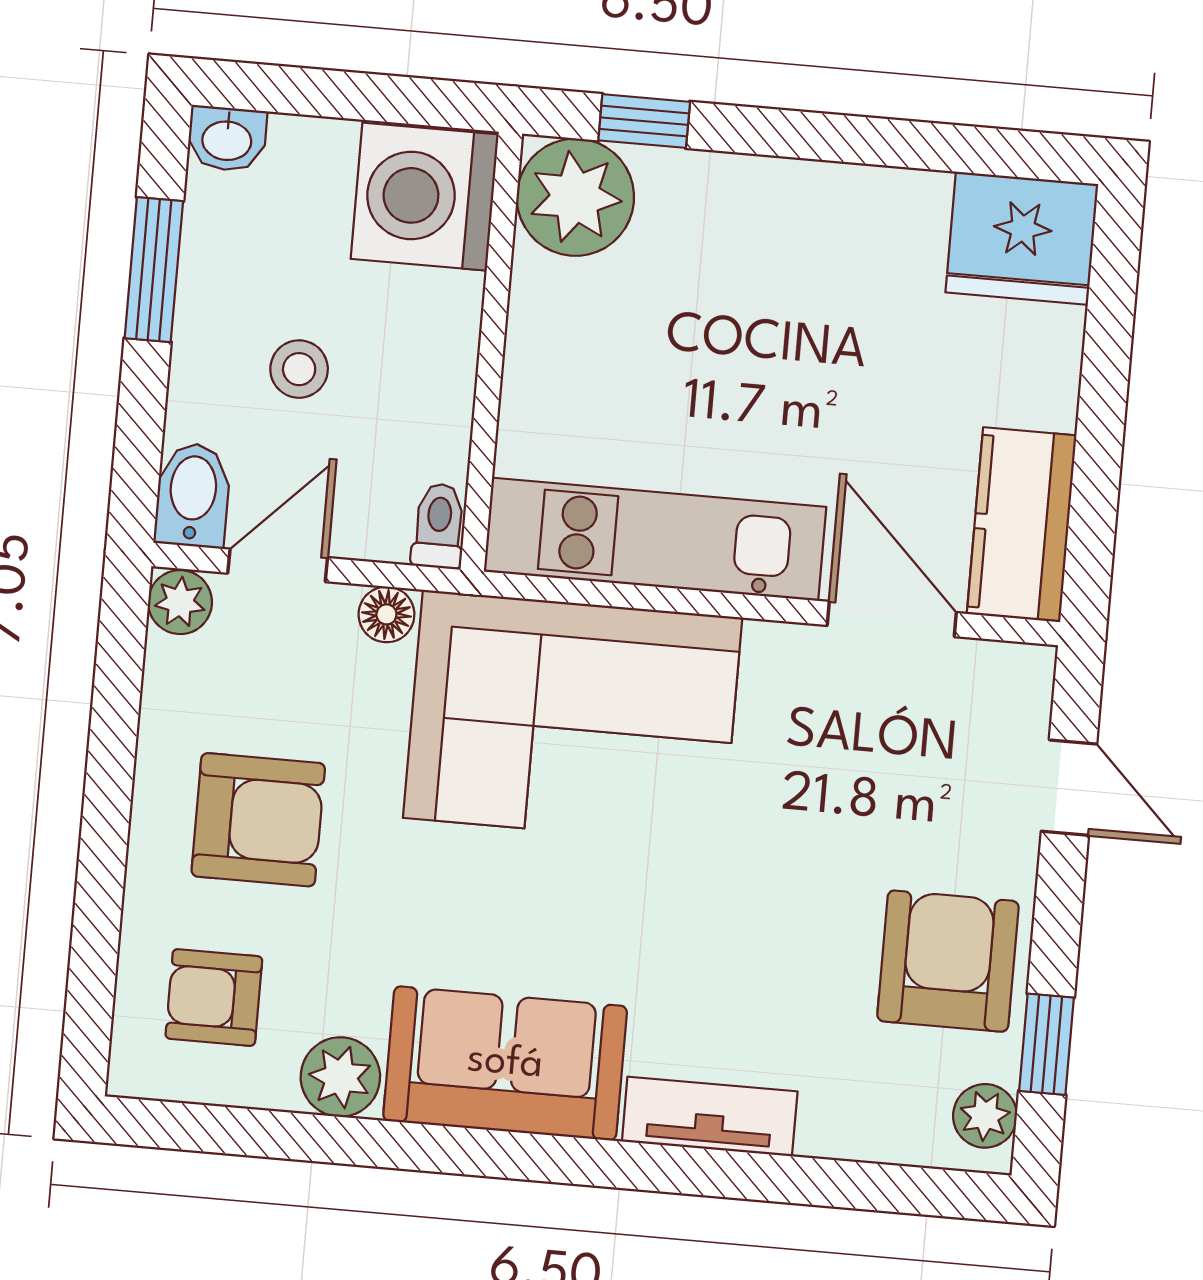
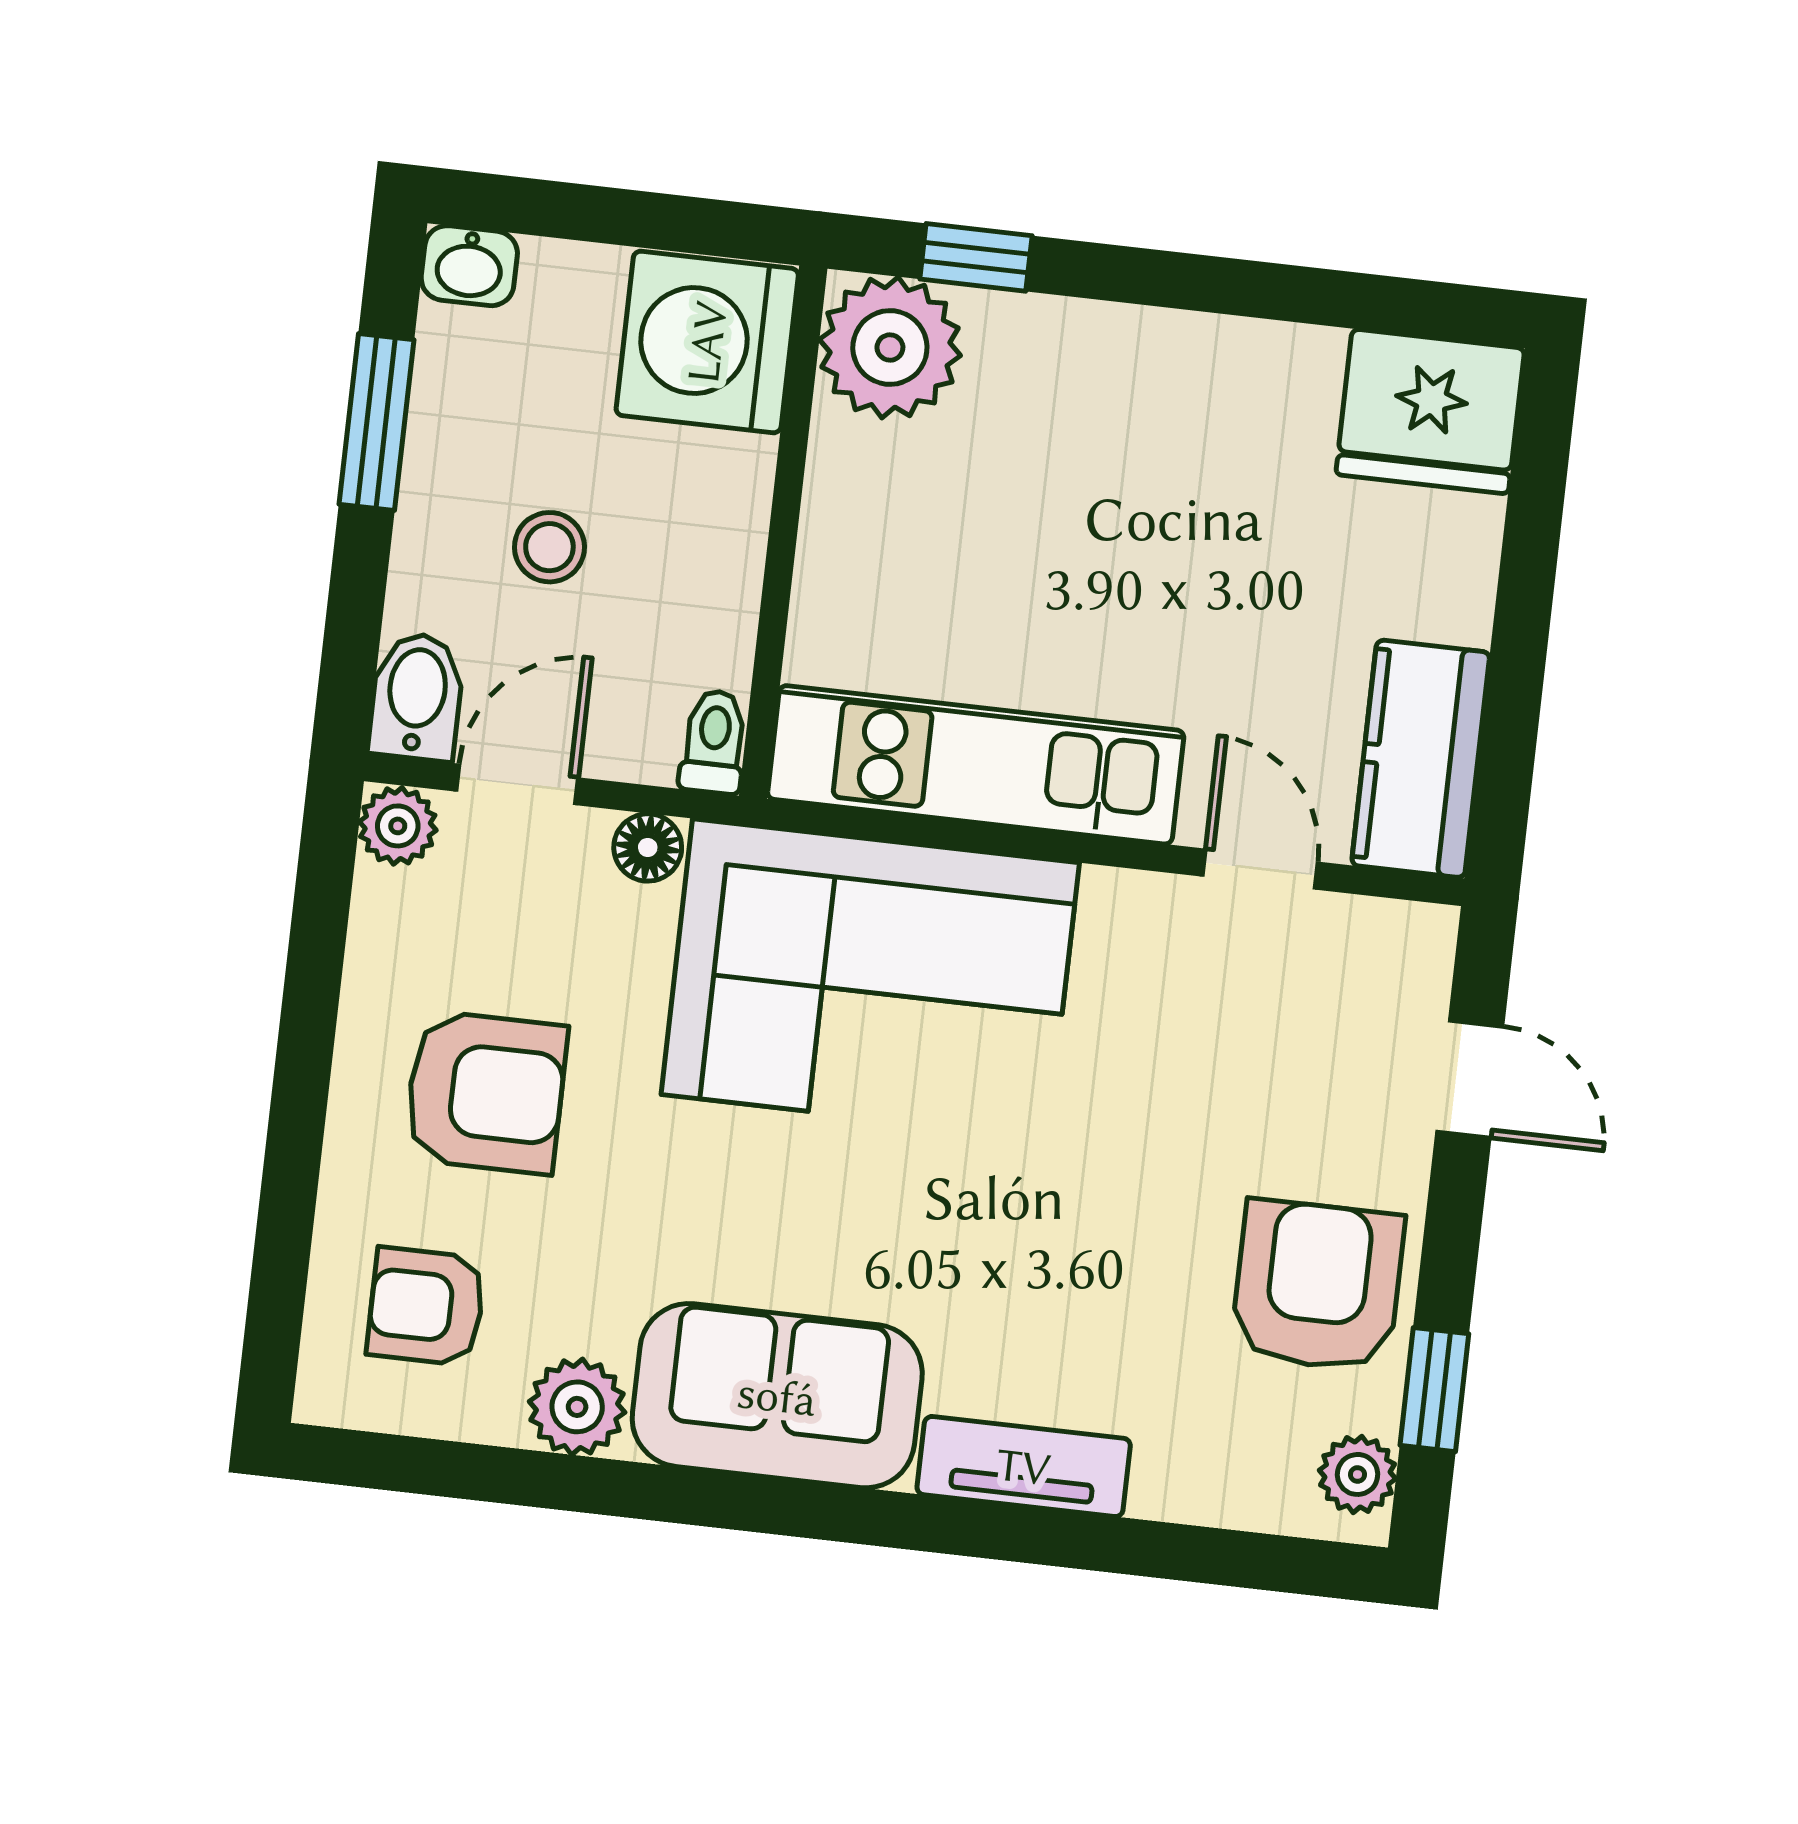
door: (892, 619) -> (1260, 869), width x0.73

